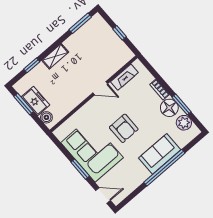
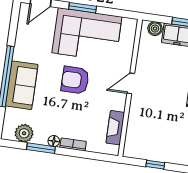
door: (100, 88) -> (131, 83), moved
floor lamp: (169, 108) -> (54, 141), width x0.53, depth x0.53

